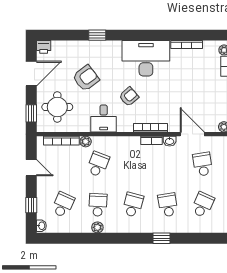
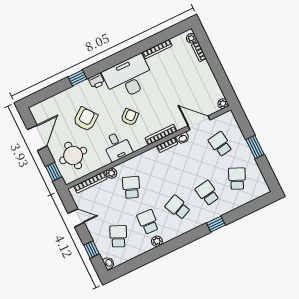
printer: (44, 47) -> (97, 81), moved
school desk: (133, 205) -> (178, 207), turned -39

